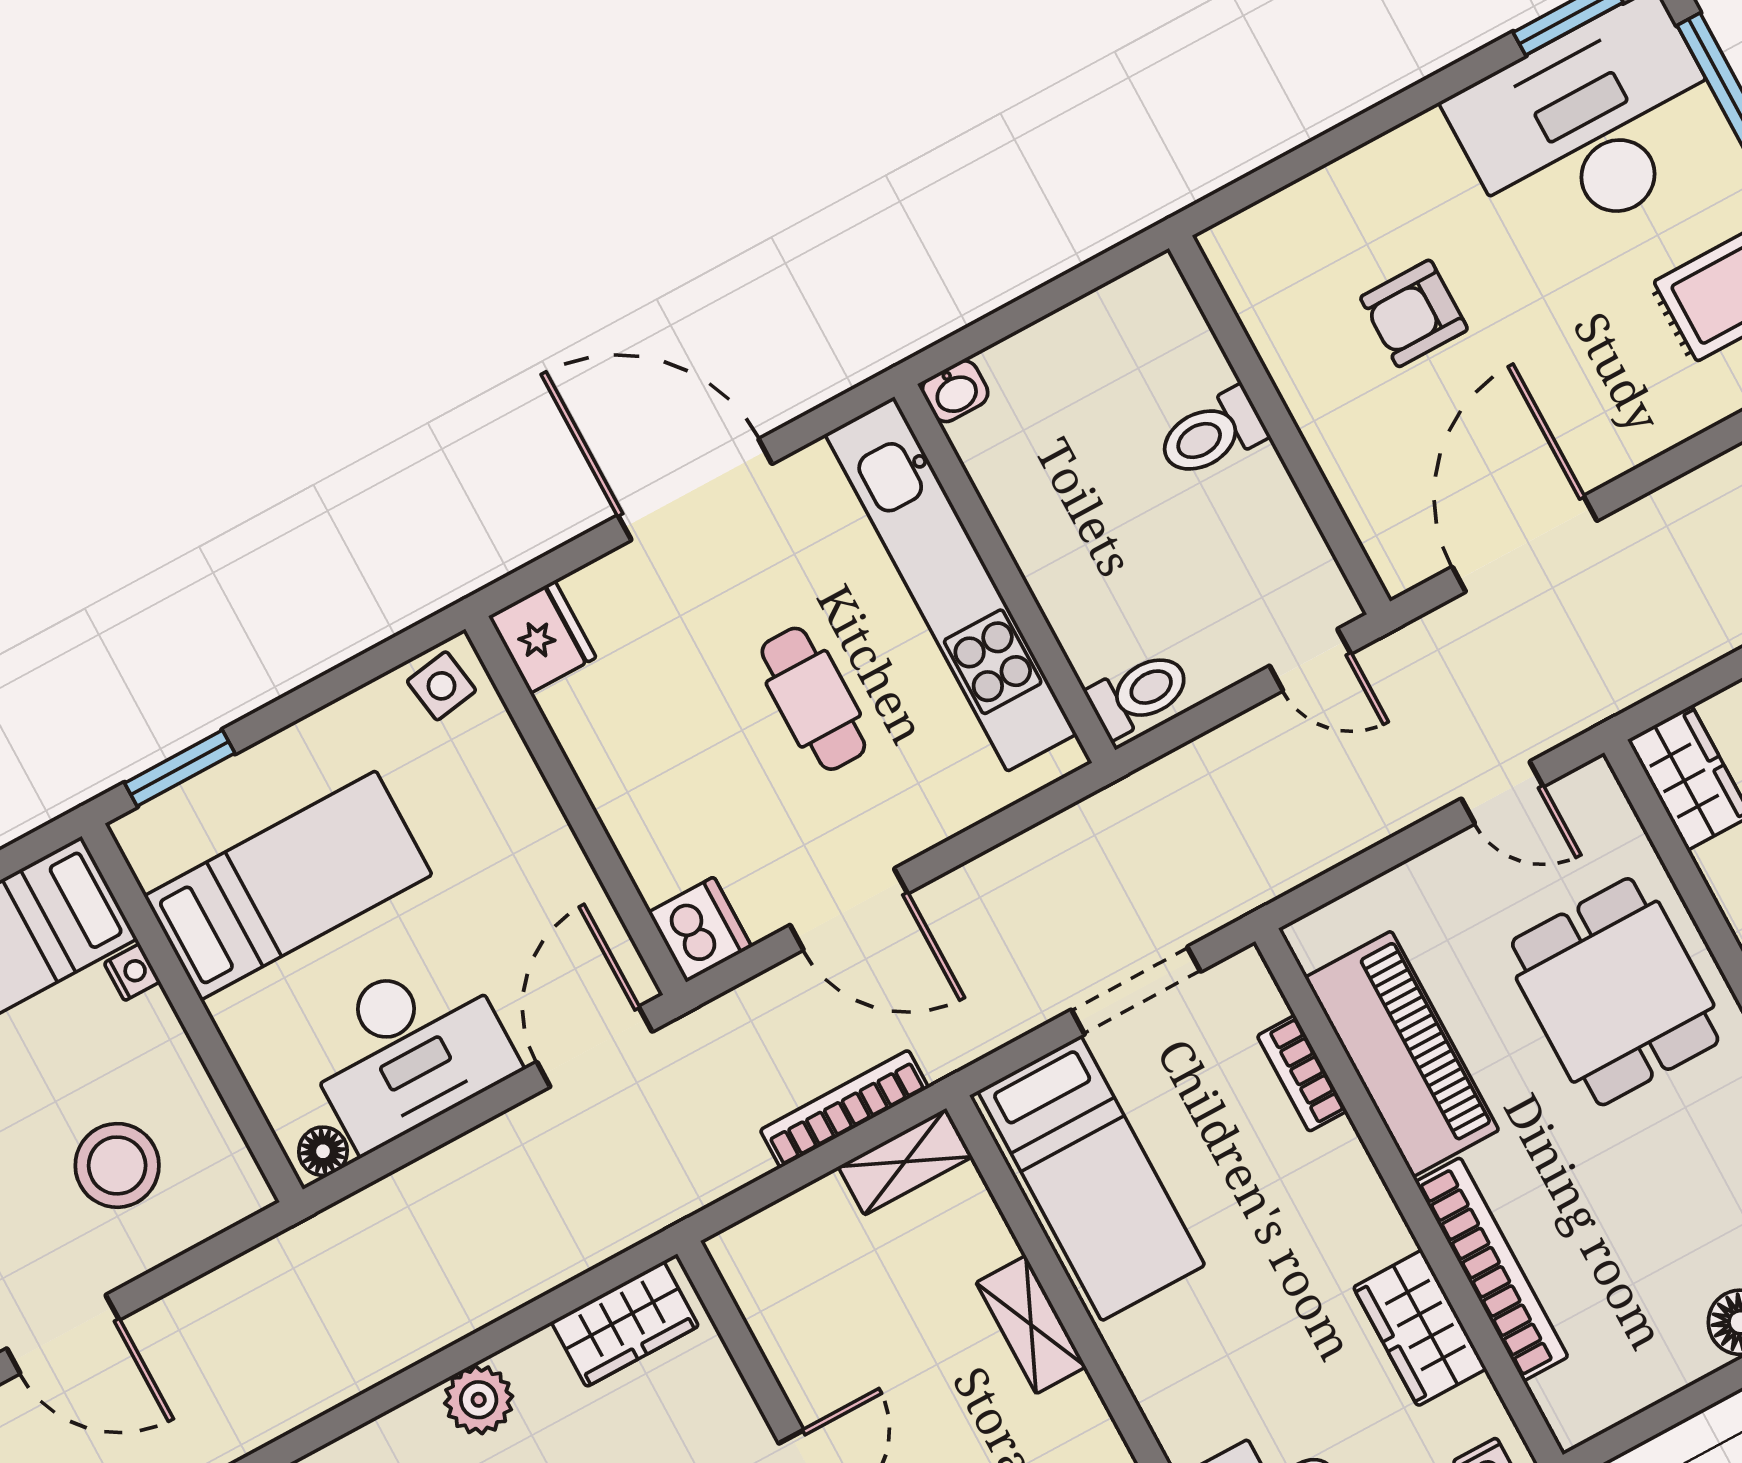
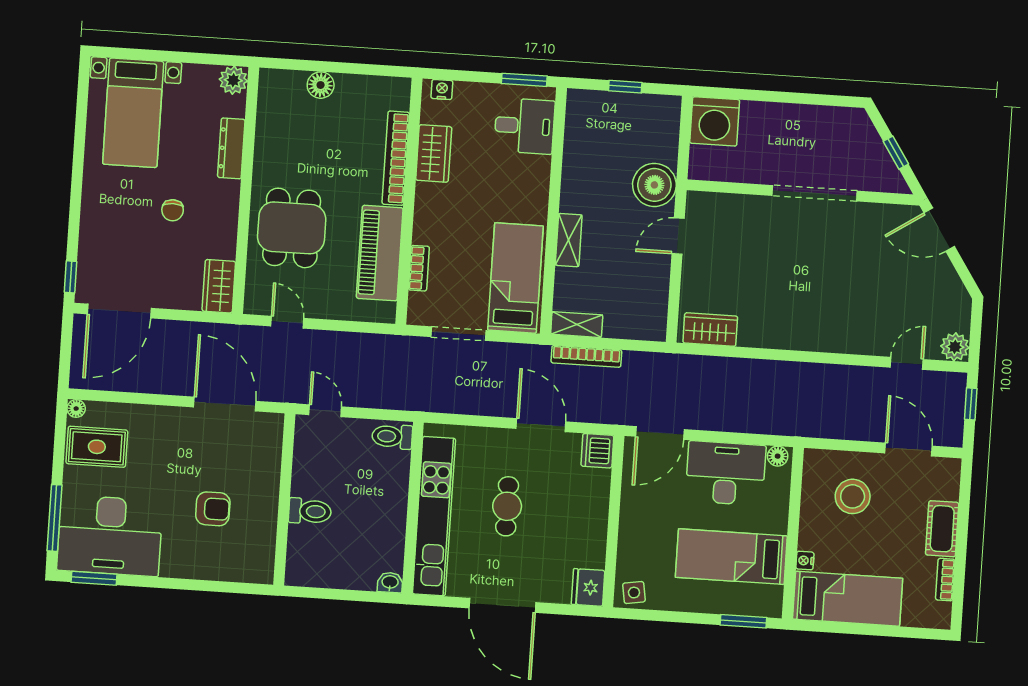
door: (1525, 544) -> (225, 404), swing flipped
plant: (479, 1400) -> (778, 335), removed

